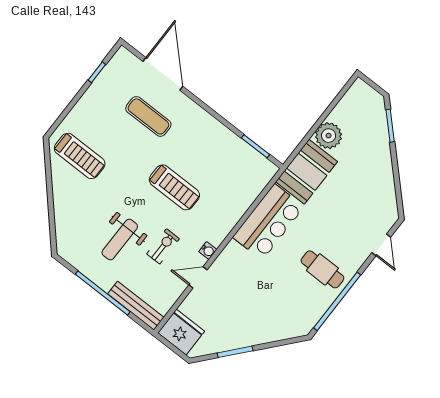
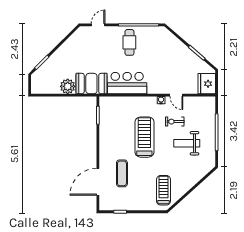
treadmill: (174, 187) -> (144, 137), width x1.37, depth x1.38
weight bench: (120, 240) -> (187, 143), turned 180
bench: (136, 306) -> (211, 113), removed

